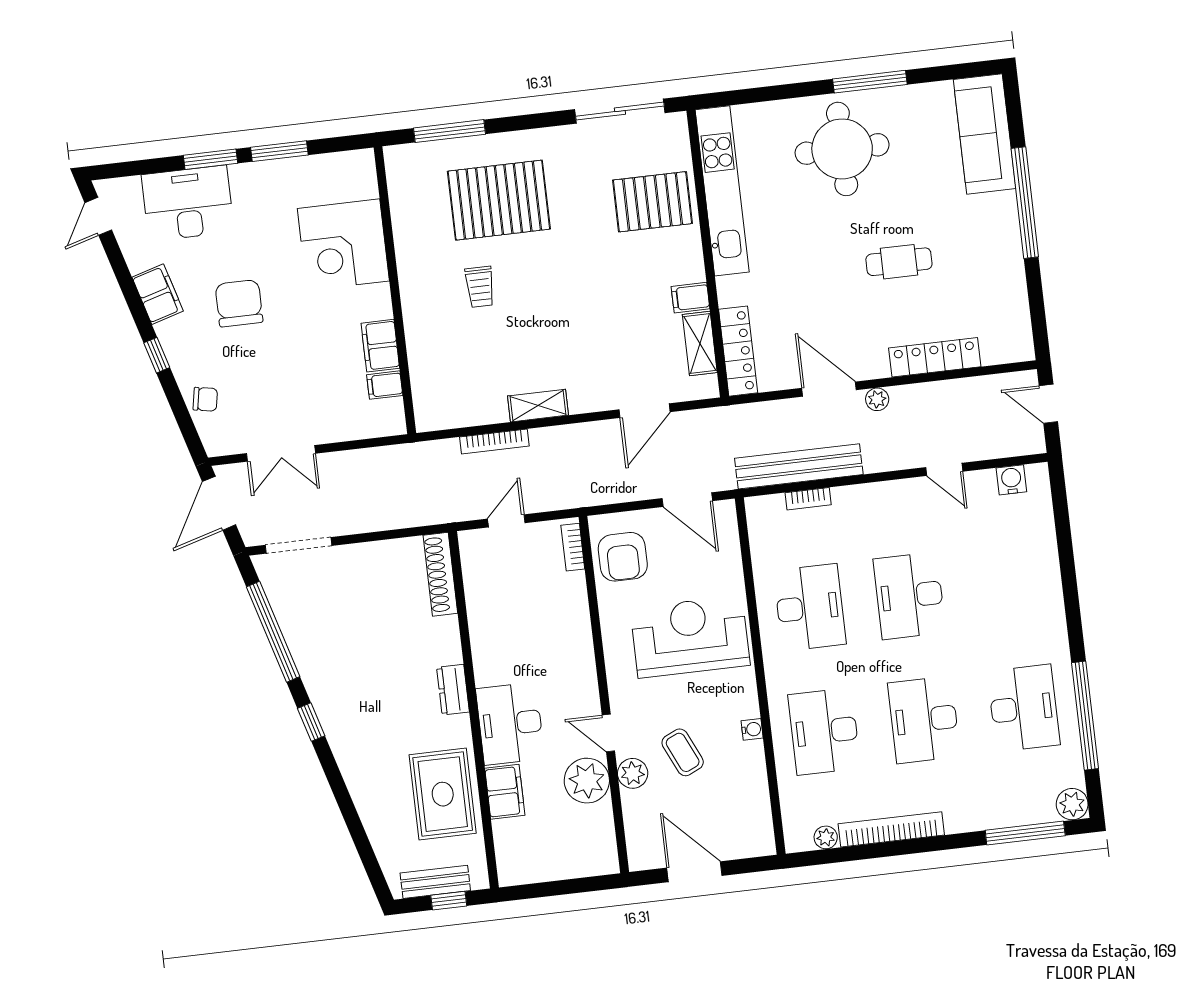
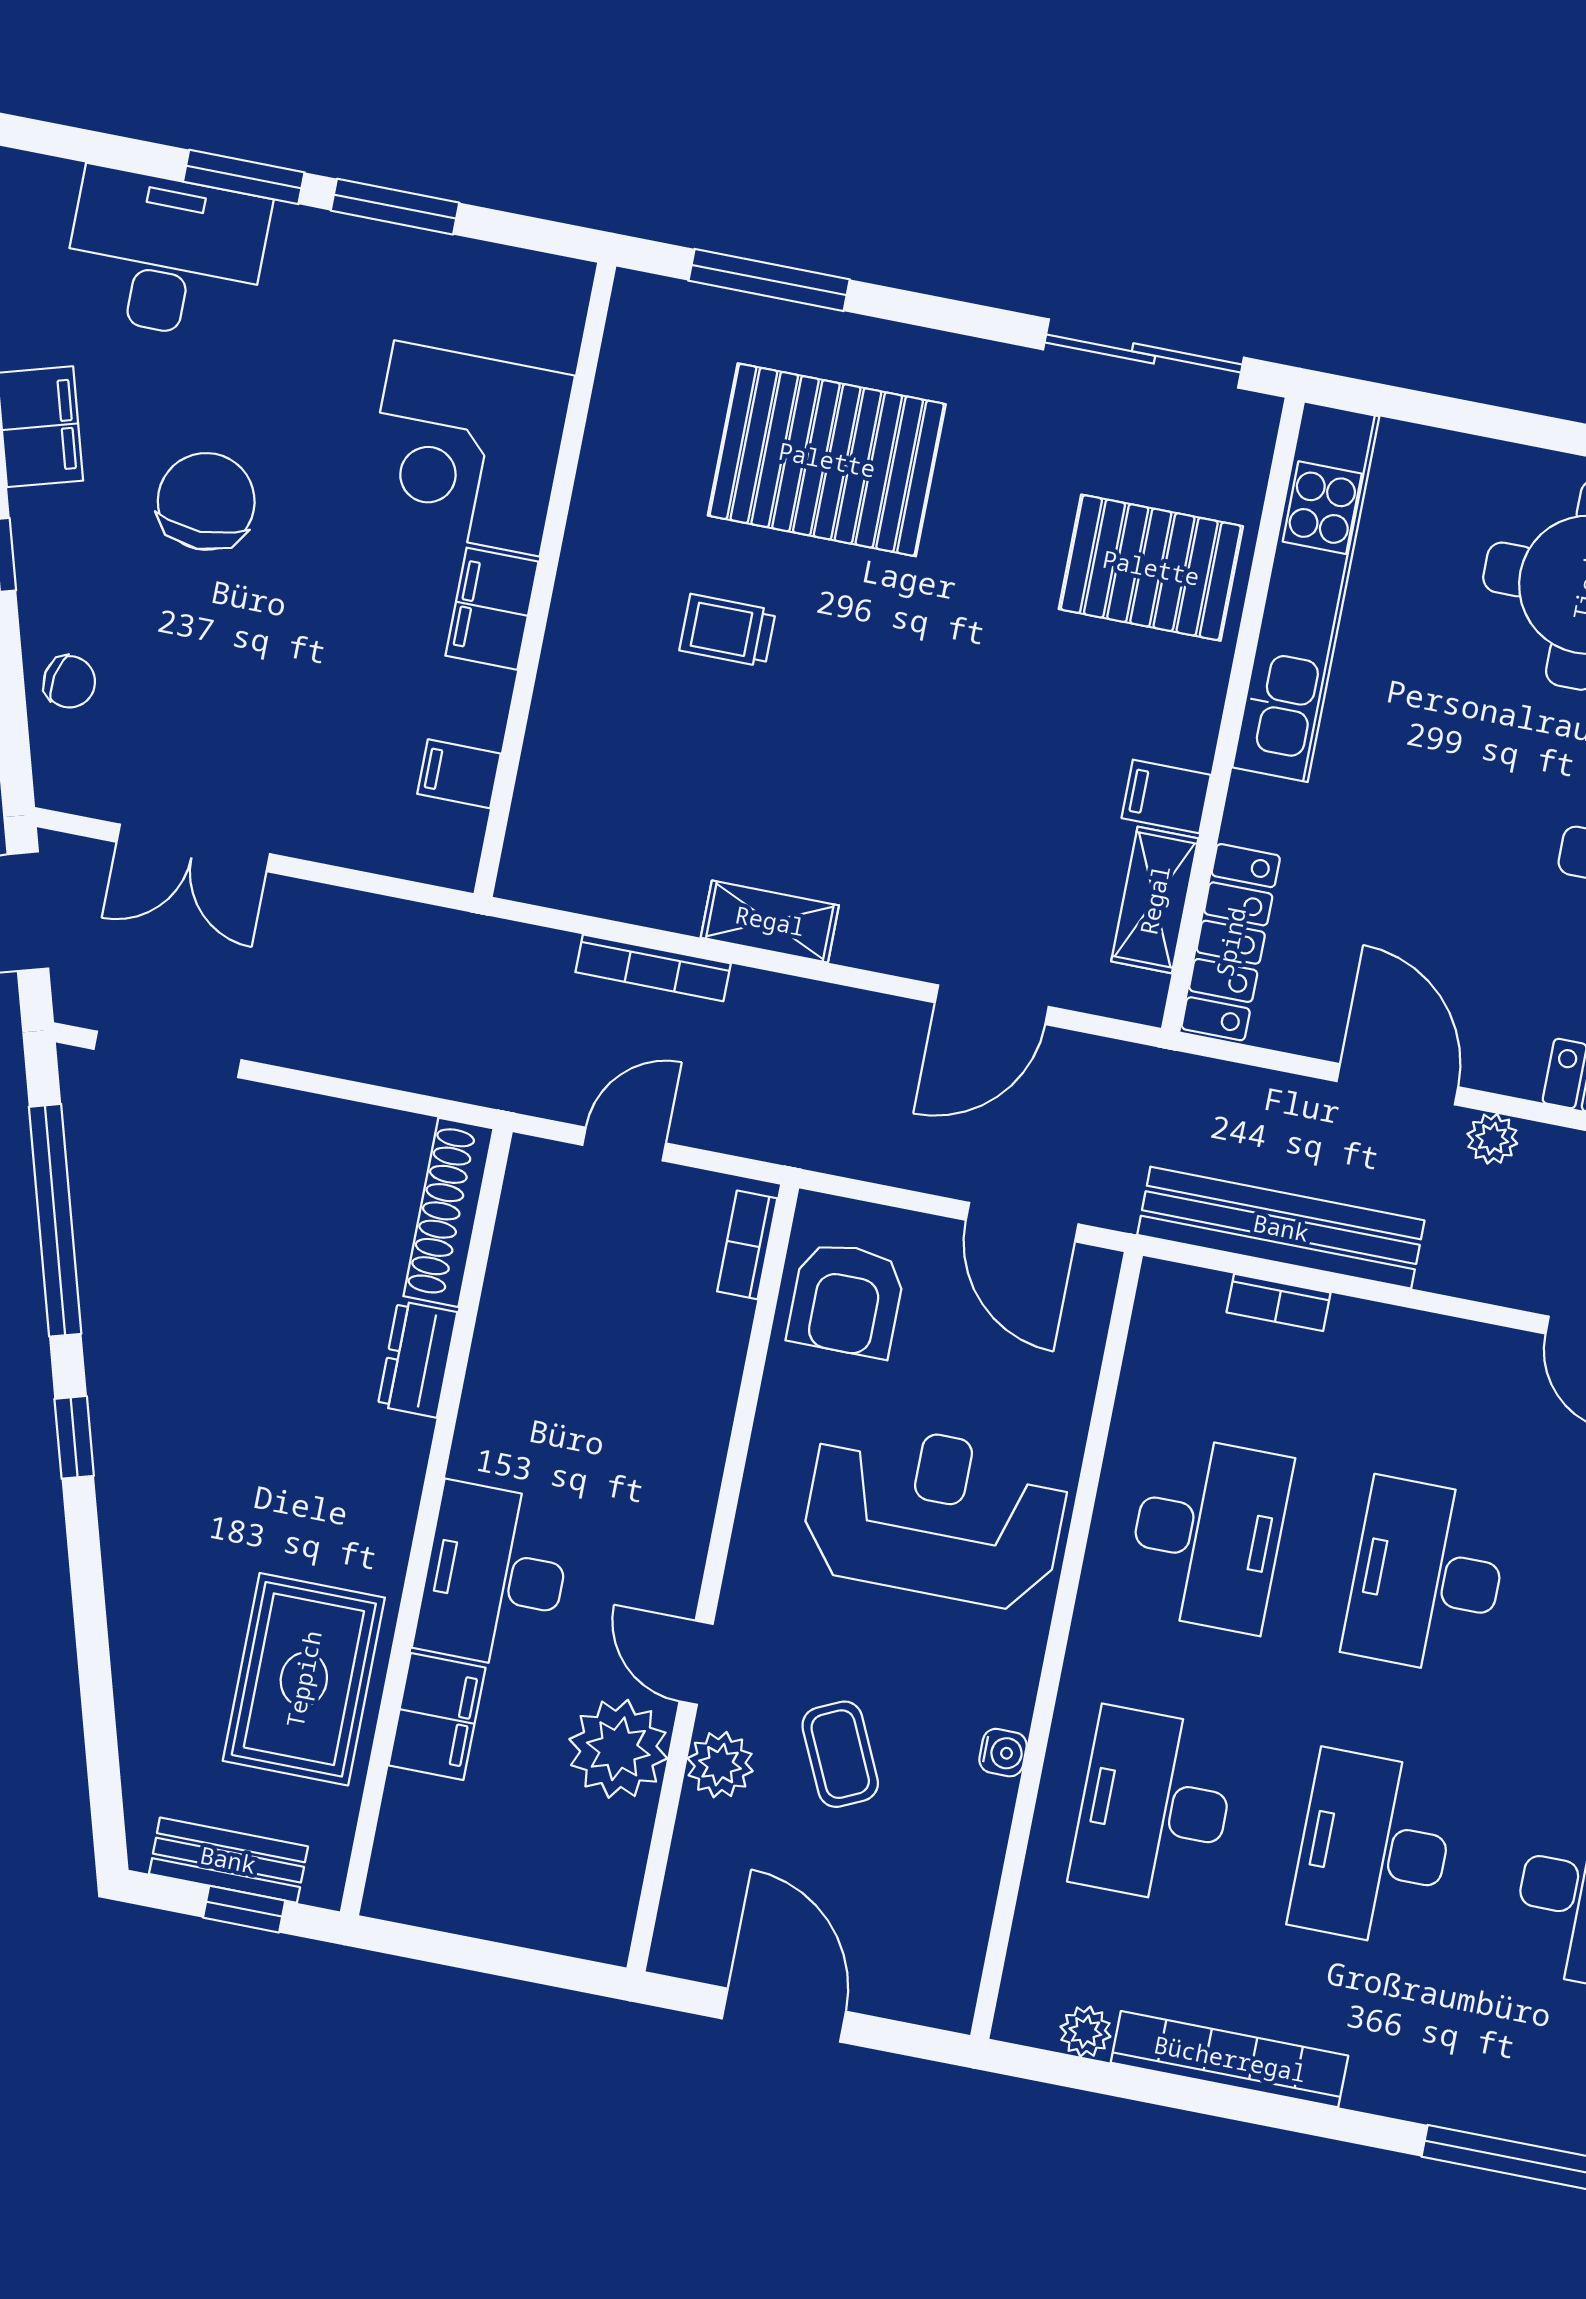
trolley: (480, 287) -> (728, 630), turned 90
filing cabinet: (380, 346) -> (492, 609), moved
dresser: (453, 690) -> (417, 1359), moved

